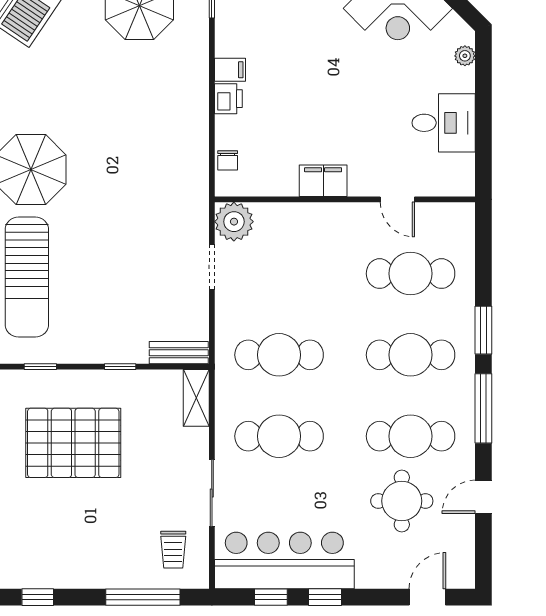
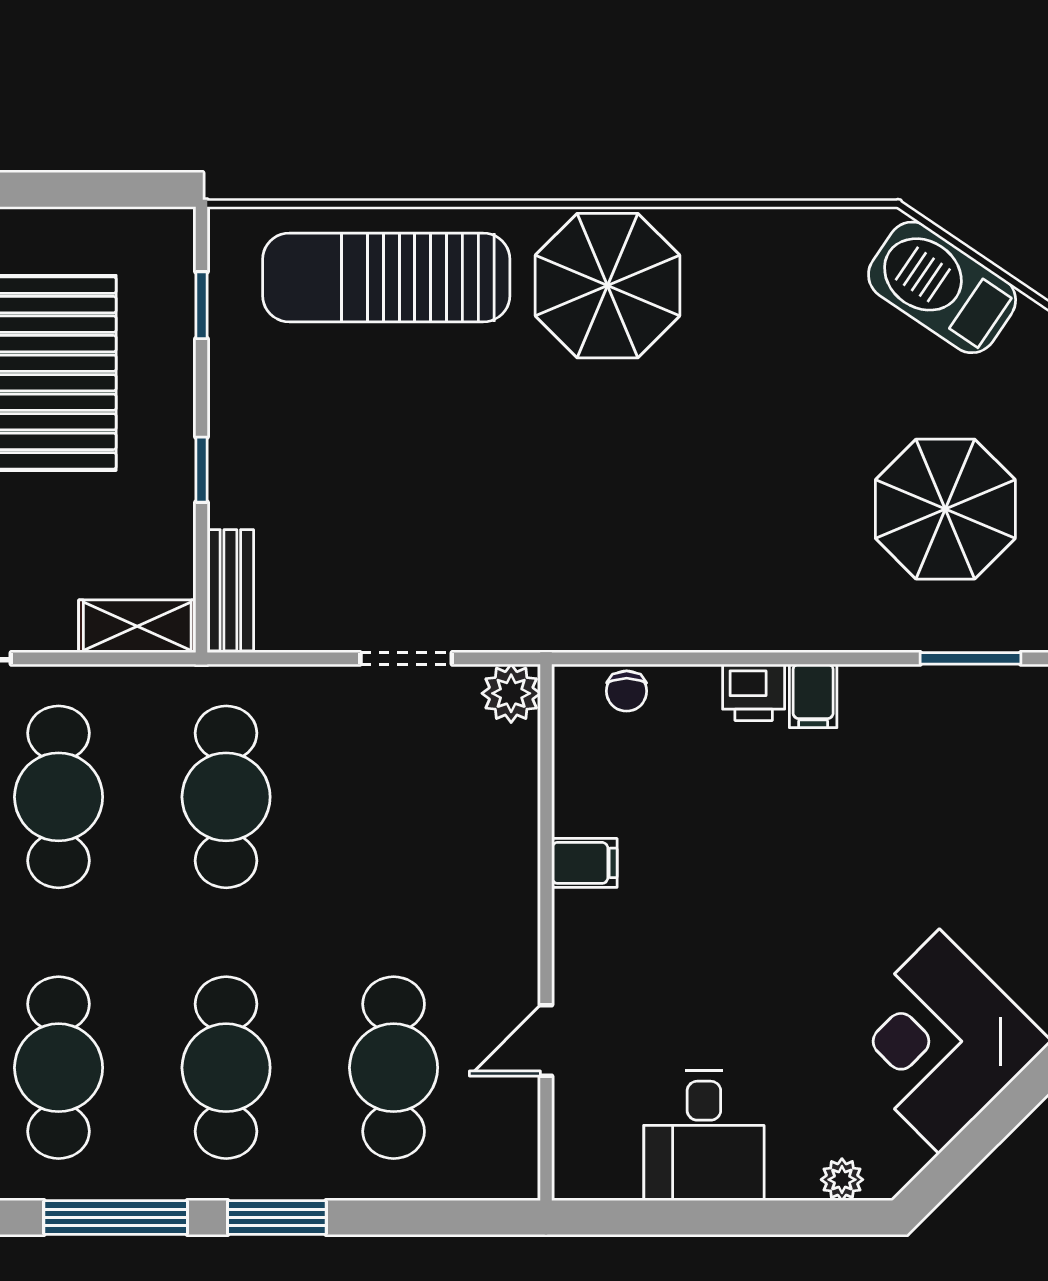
chair: (228, 160) -> (627, 691), turned -90
filing cabinet: (323, 181) -> (584, 863), width x0.50
plant: (234, 222) -> (511, 693), width x0.73, depth x0.73

